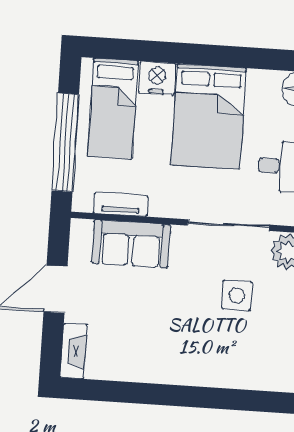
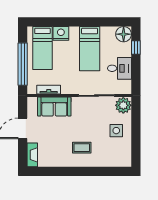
bed: (209, 116) -> (90, 49), width x0.67
side table: (237, 295) -> (116, 131), moved
coffee table: (187, 342) -> (82, 148), added

